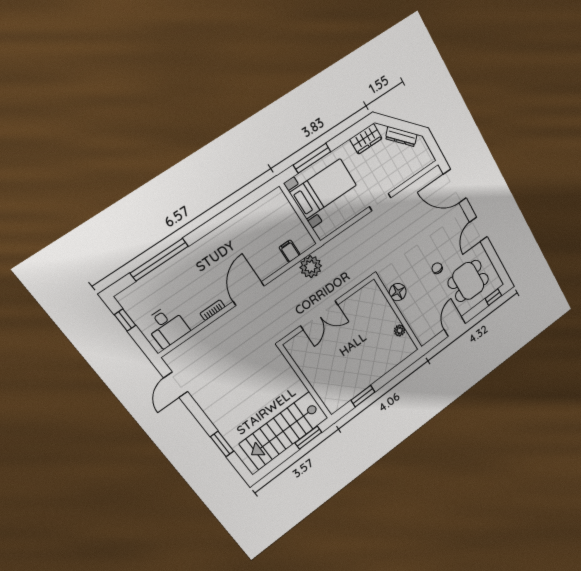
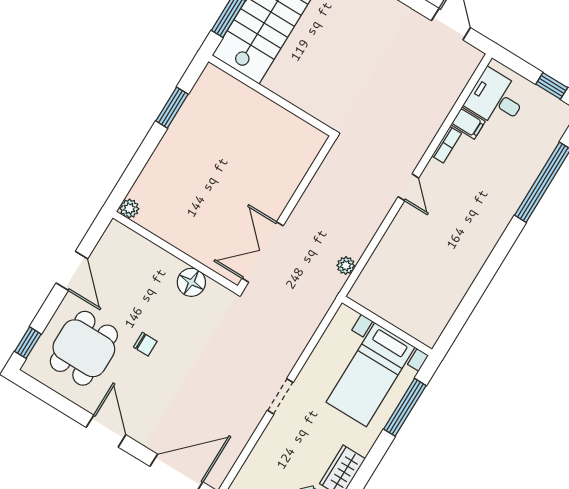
filing cabinet: (290, 251) -> (468, 123), moved
plant: (311, 267) -> (346, 266), width x0.53, depth x0.53
door: (249, 294) -> (408, 187), width x0.53
double door: (319, 315) -> (263, 252), moved
plant: (400, 330) -> (129, 209), moved

